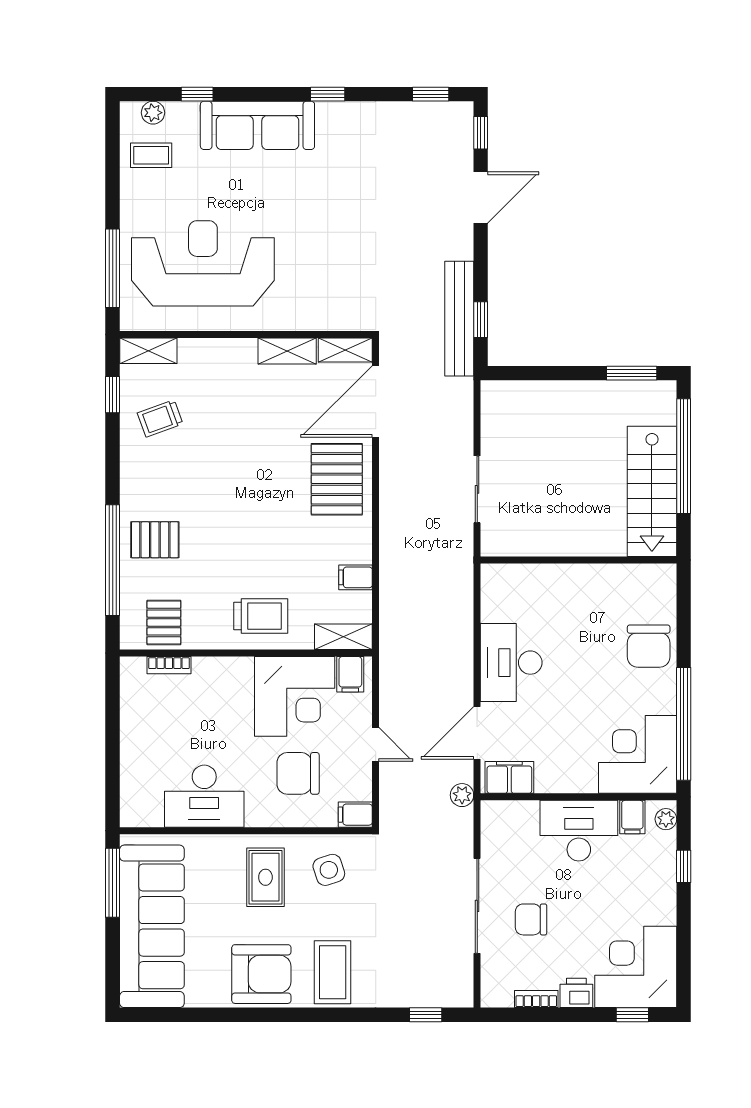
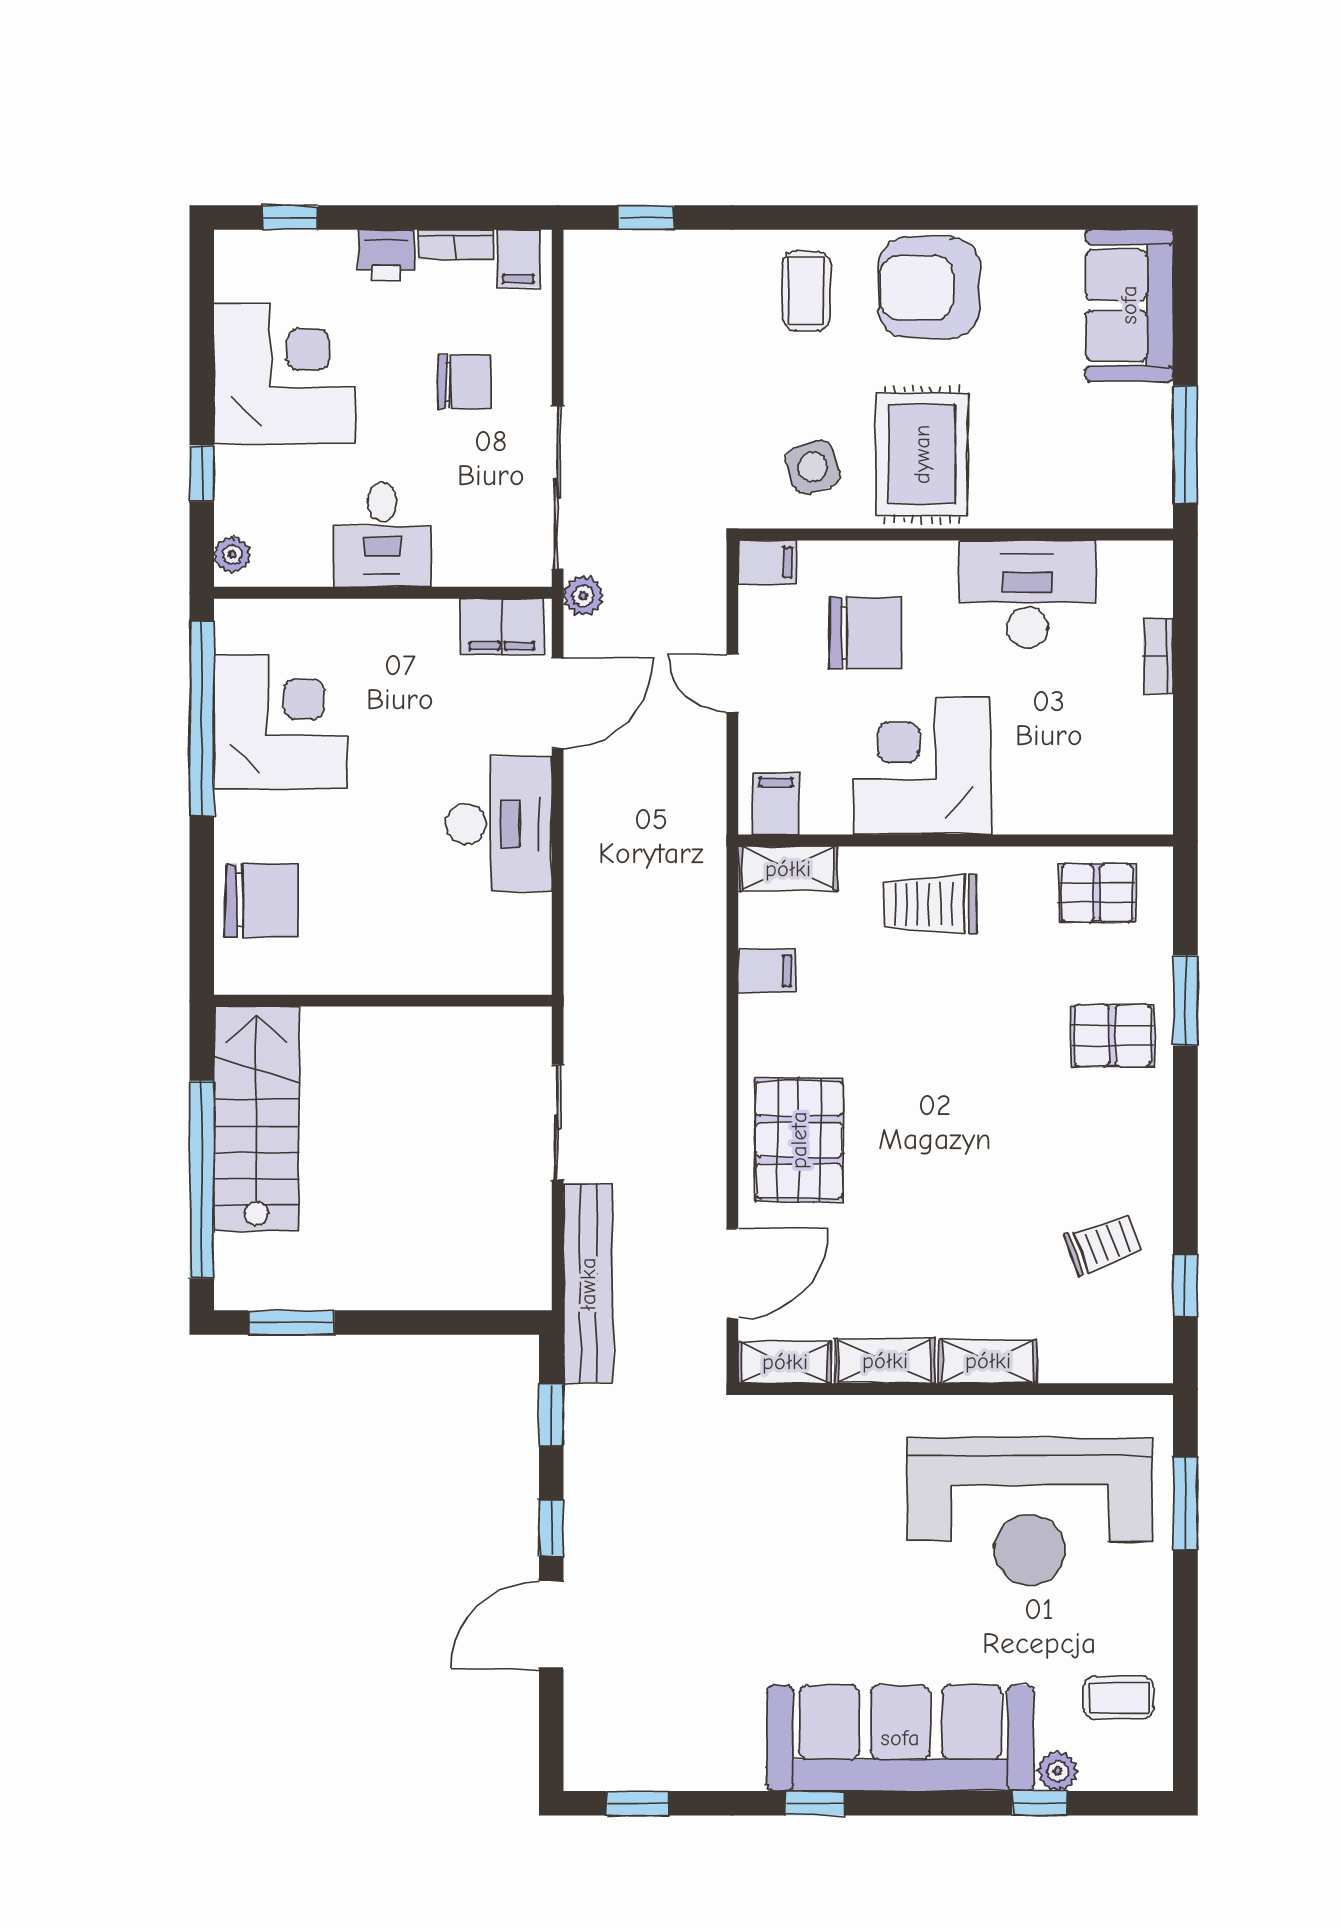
plant: (153, 113) -> (1058, 1771), moved
sofa: (257, 125) -> (900, 1738), width x1.36, depth x1.27
window: (481, 133) -> (551, 1528), moved
window: (113, 268) -> (1185, 1503), width x0.69
bench: (459, 319) -> (588, 1284), moved
shelving: (148, 351) -> (988, 1361), moved
door: (376, 401) -> (732, 1274), width x0.73
window: (113, 560) -> (1185, 1000), width x0.47
pallet: (164, 622) -> (1097, 893), turned 90
chair: (649, 646) -> (262, 900), moved, turned 90
bookcase: (169, 665) -> (1158, 656), moved, turned -90
corner desk: (295, 696) -> (922, 766), moved
corner desk: (638, 754) -> (281, 722), moved, turned -90
filing cabinet: (632, 817) -> (519, 259), moved, turned 180
desk: (579, 831) -> (382, 535), width x0.73
rug: (265, 877) -> (922, 454), width x1.36, depth x1.43
sliding door: (477, 906) -> (558, 488), moved
sofa: (152, 926) -> (1129, 305), width x0.54, depth x0.79
corner desk: (636, 967) -> (284, 373), moved, turned -90
coffee table: (333, 972) -> (806, 291), width x0.73, depth x0.77

